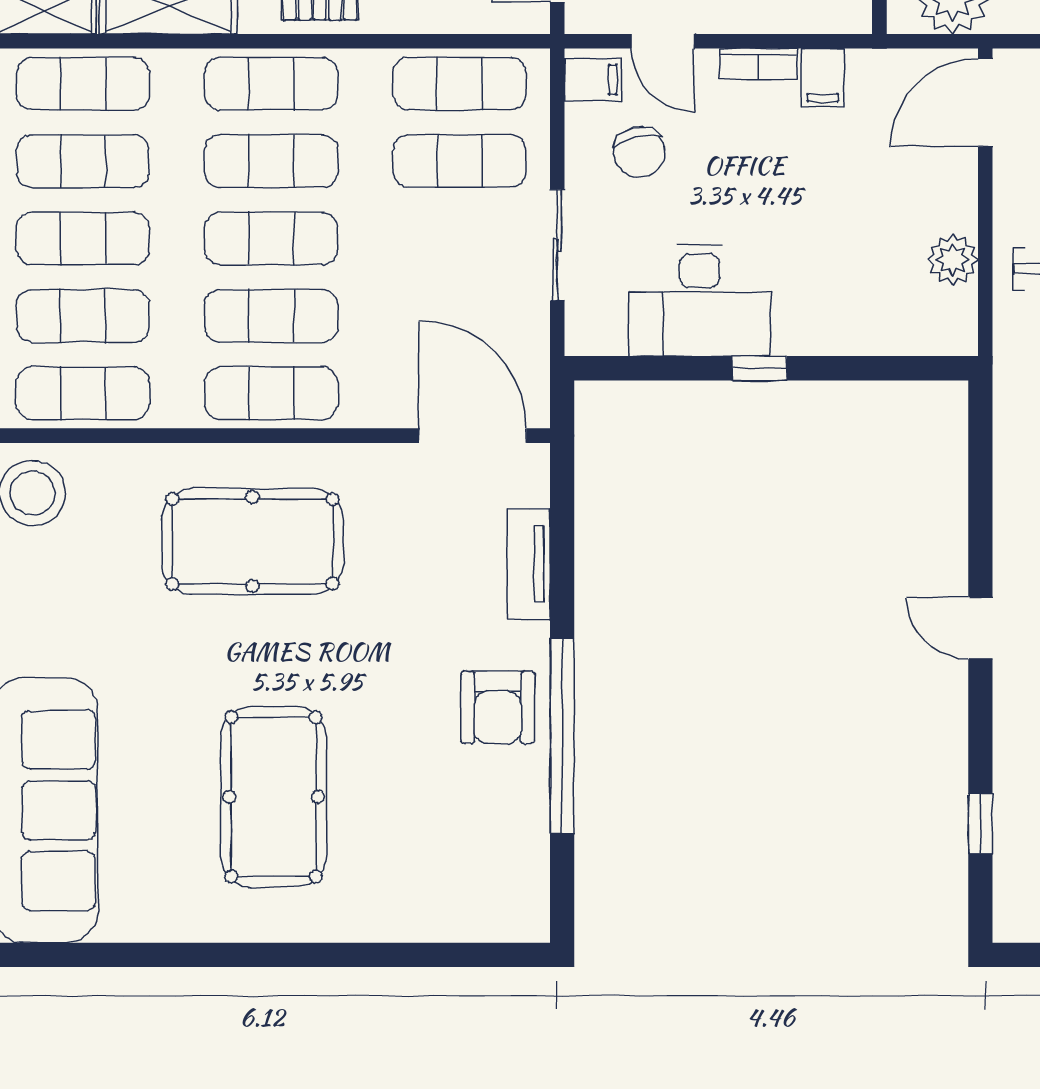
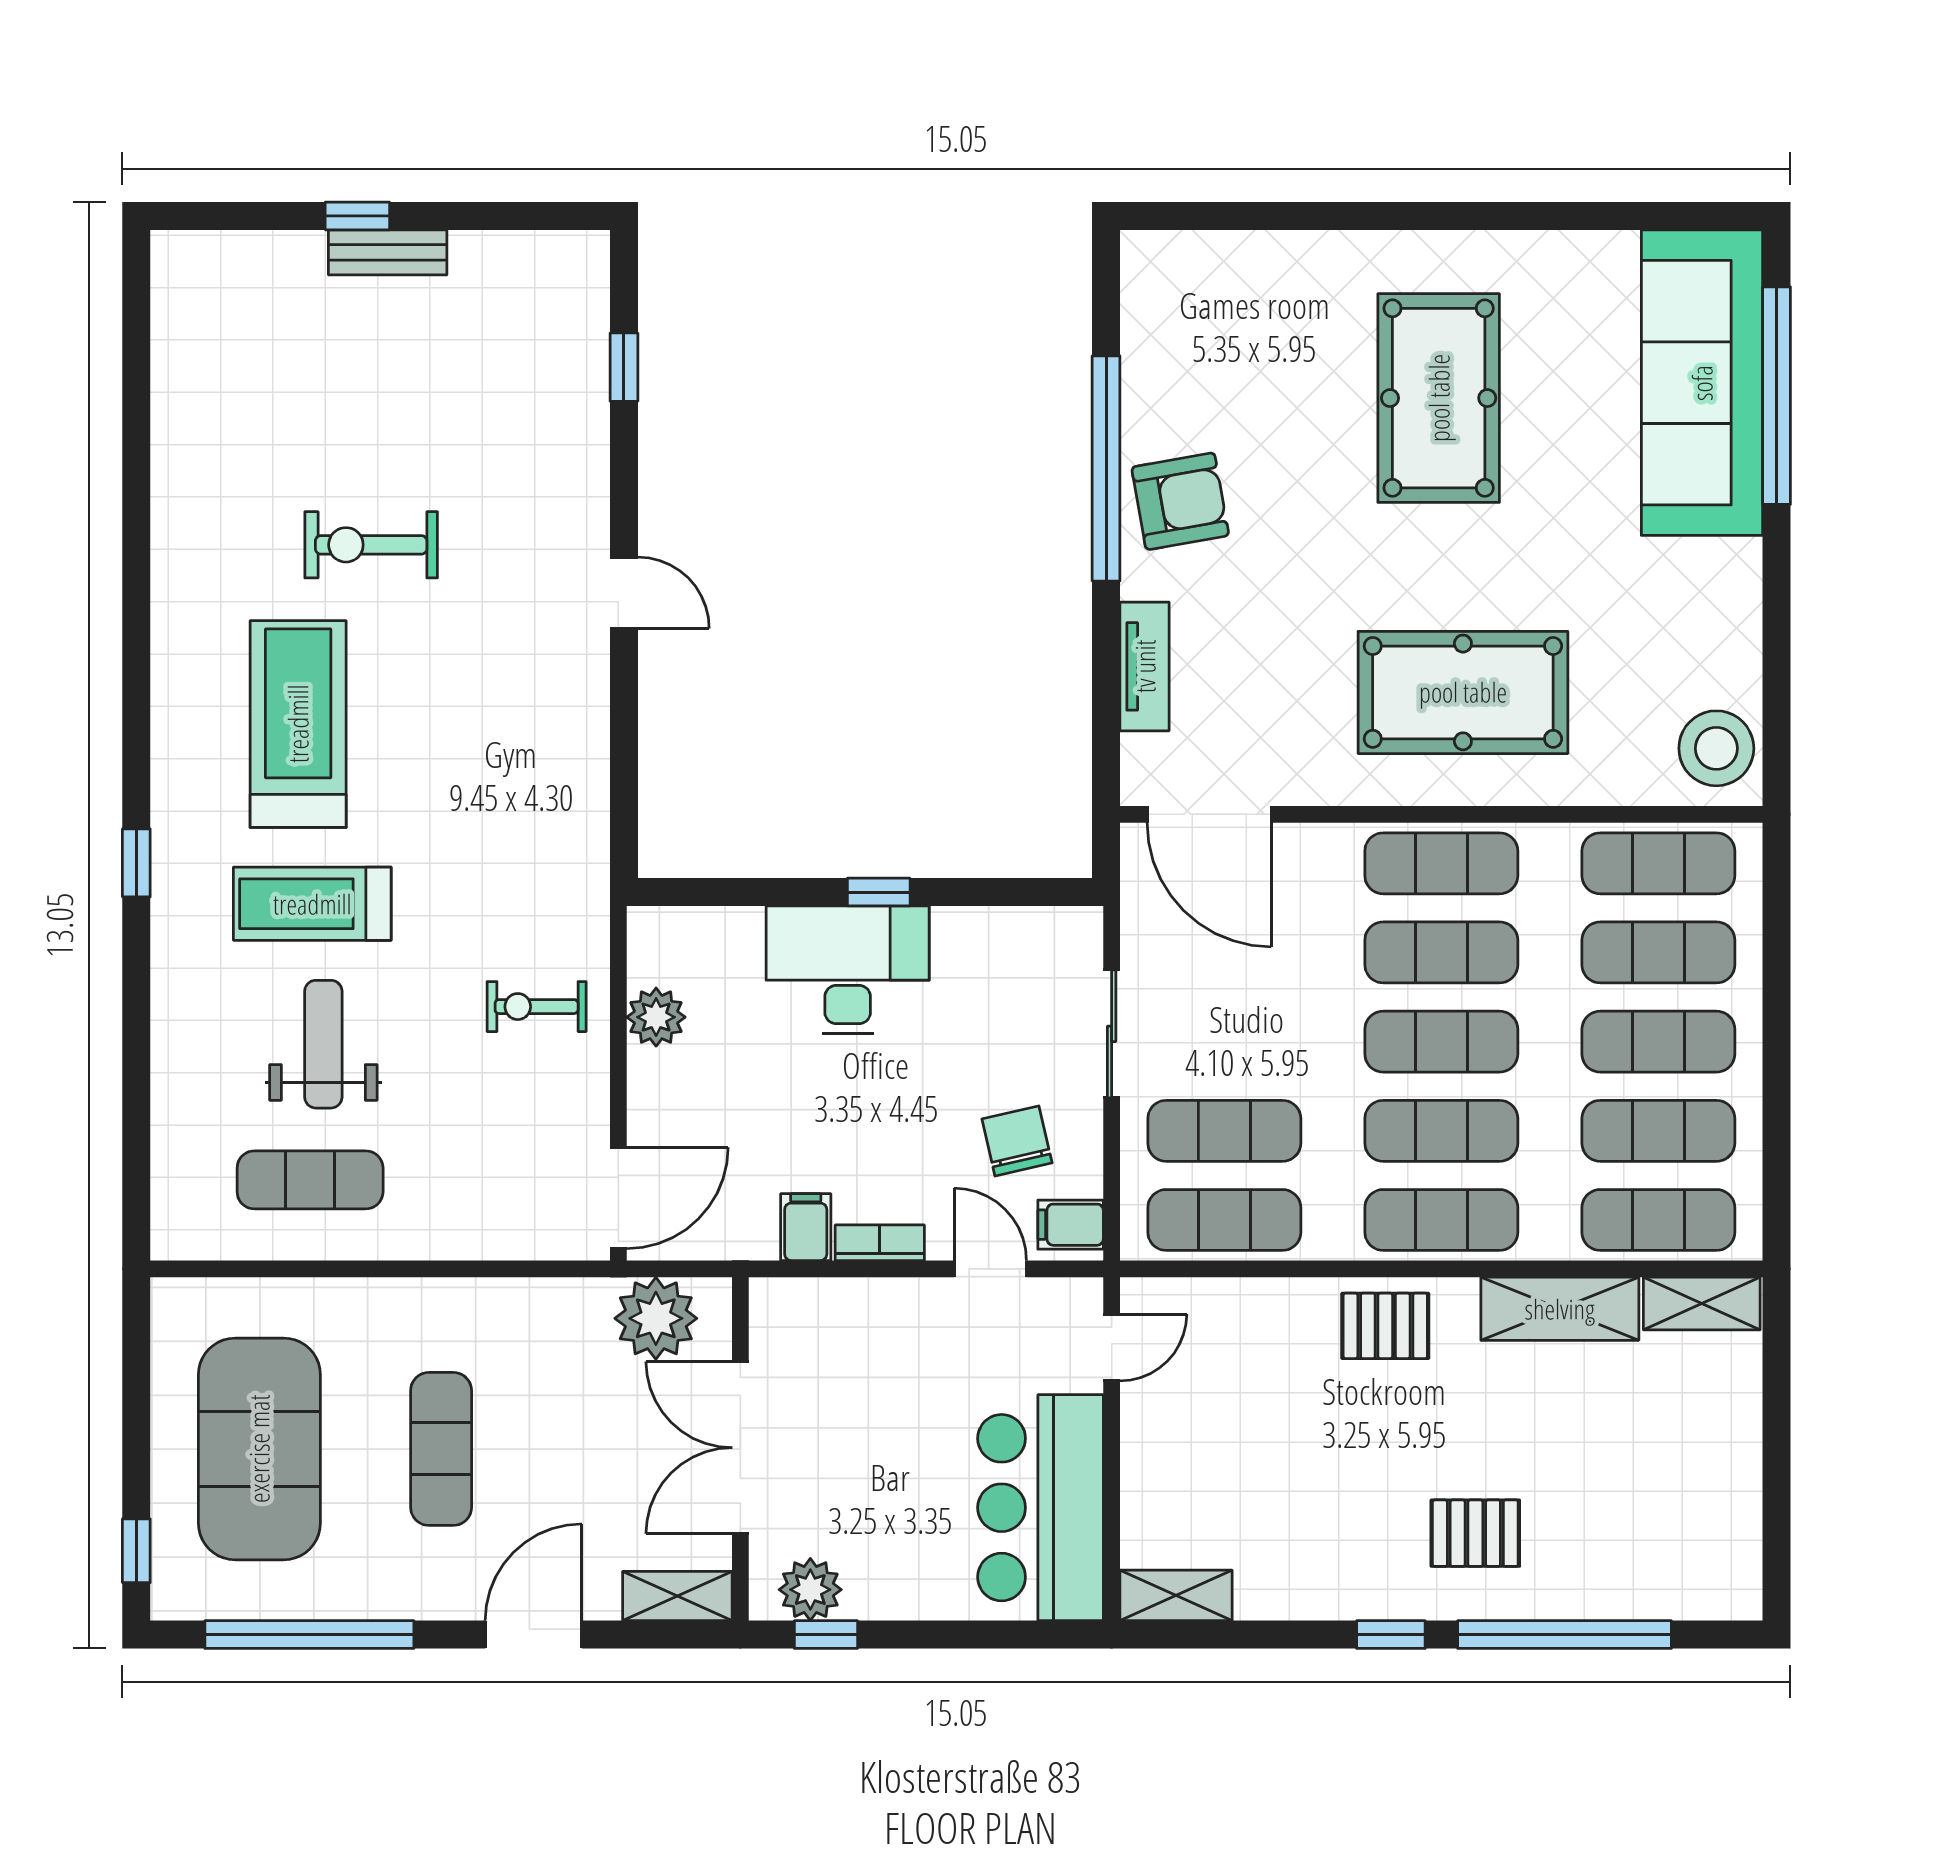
desk: (700, 301) -> (848, 970), moved
armchair: (498, 707) -> (1180, 501), turned 80

